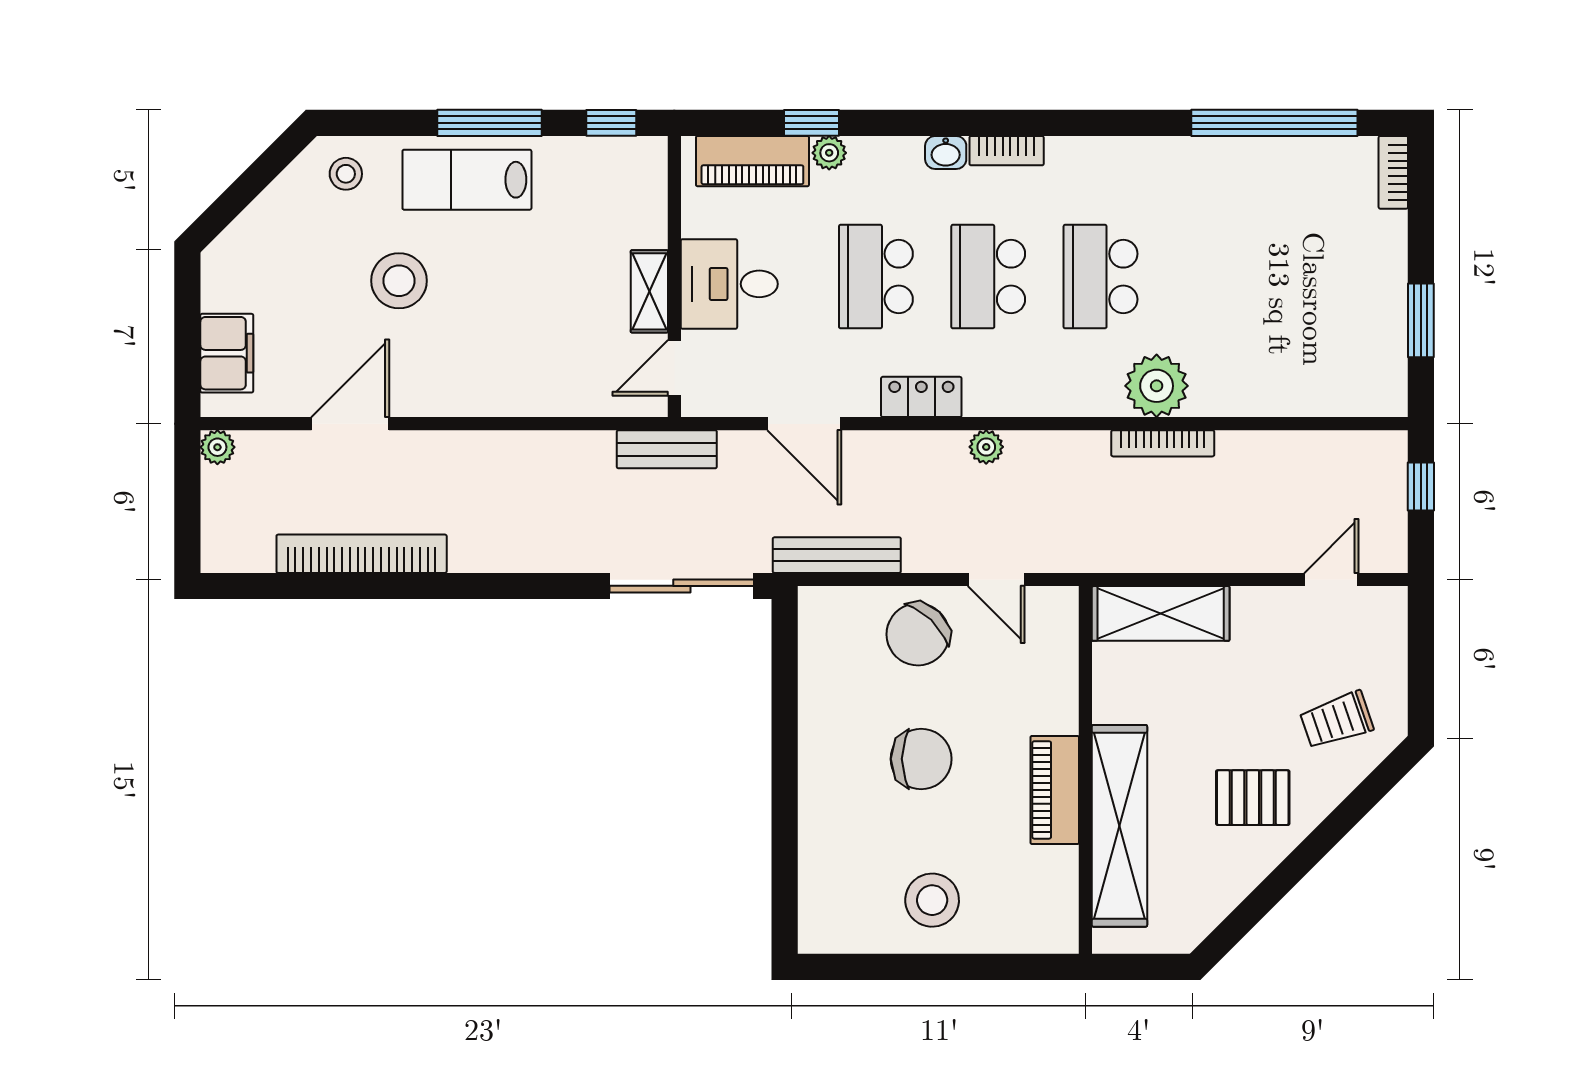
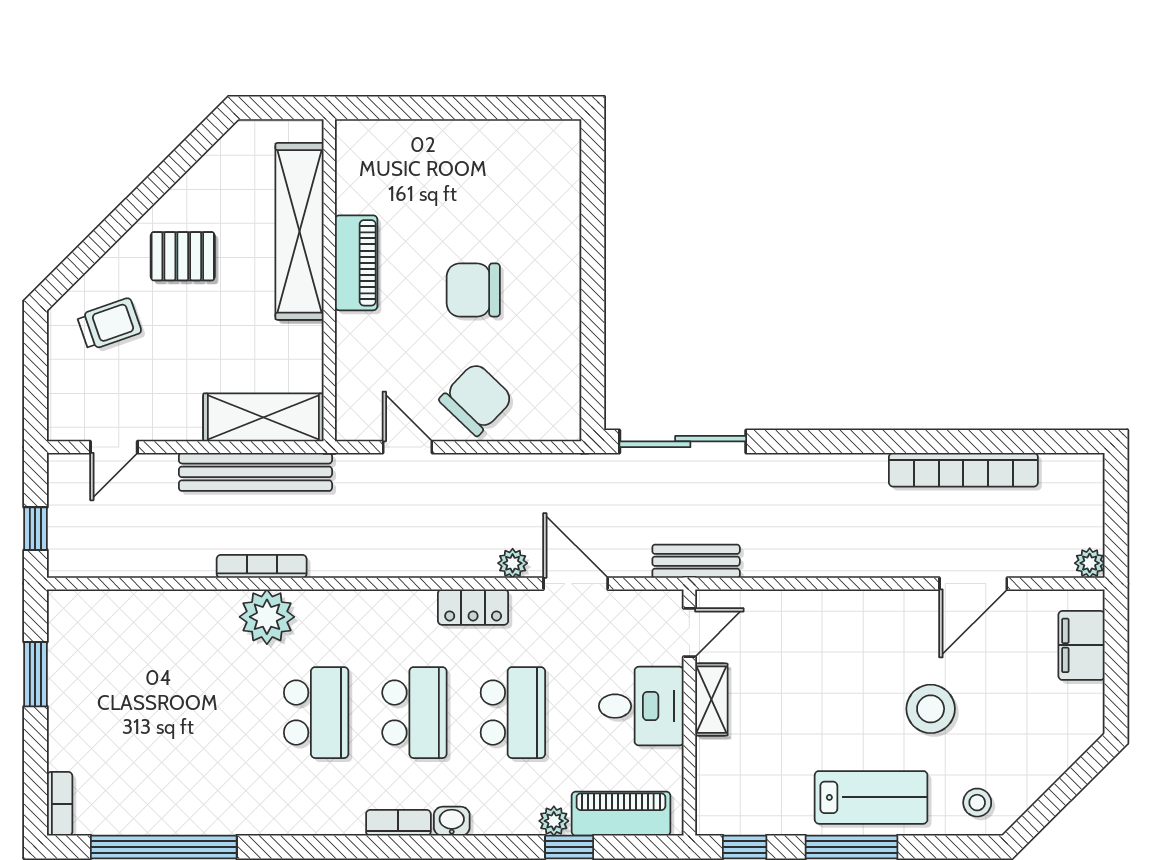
plant: (986, 447) -> (513, 563), moved
bench: (837, 555) -> (255, 472), moved, width x1.37, depth x1.21
stool: (932, 900) -> (464, 166), removed

